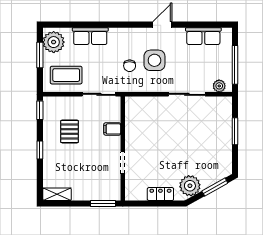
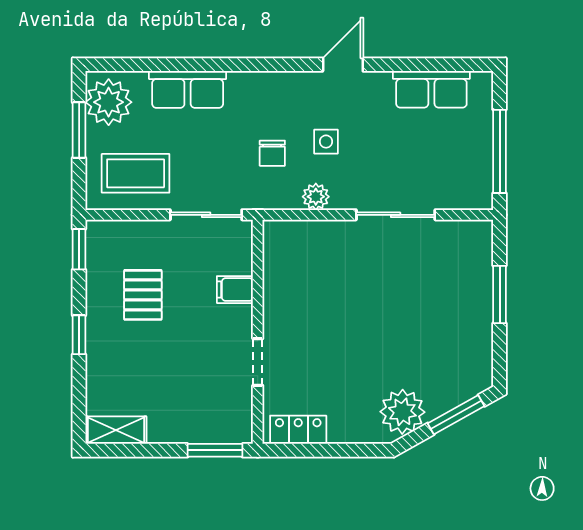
side table: (154, 60) -> (326, 142), width x0.54, depth x0.54
plant: (219, 86) -> (316, 197), moved
locker: (160, 194) -> (298, 430), moved

